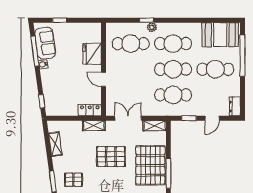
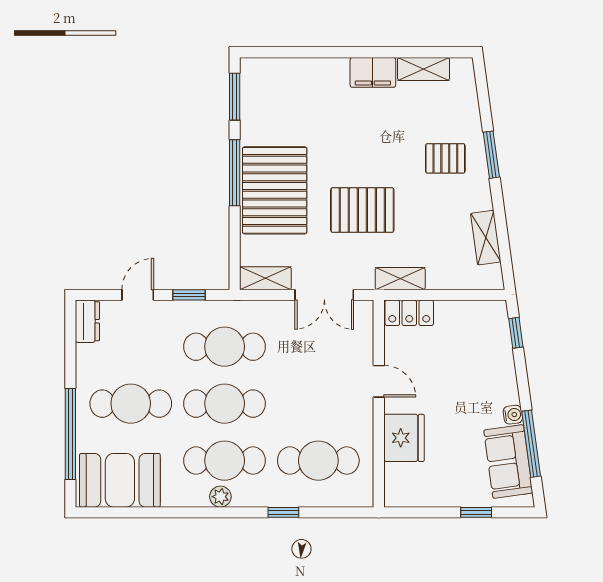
plant: (152, 27) -> (220, 497), moved

